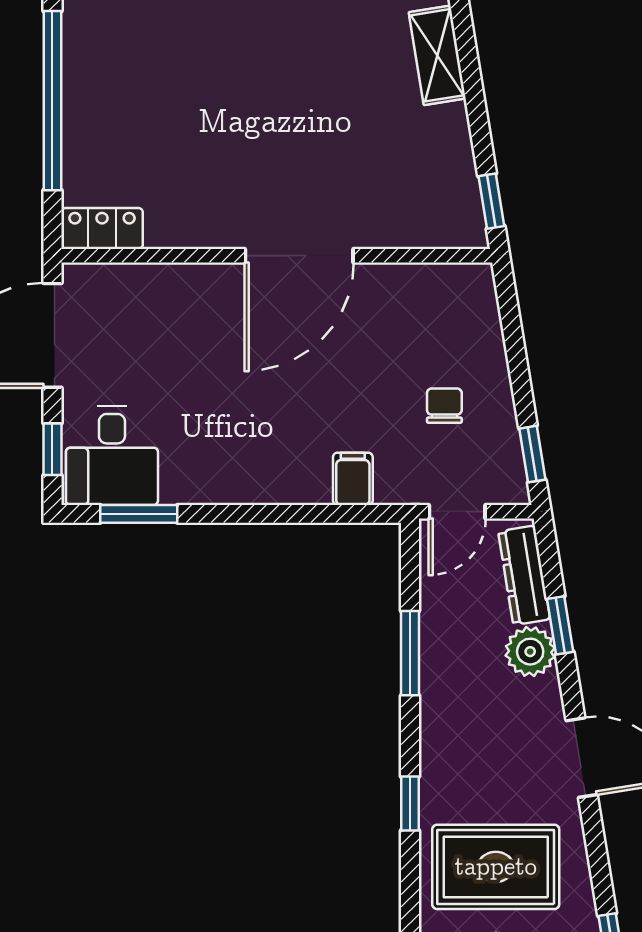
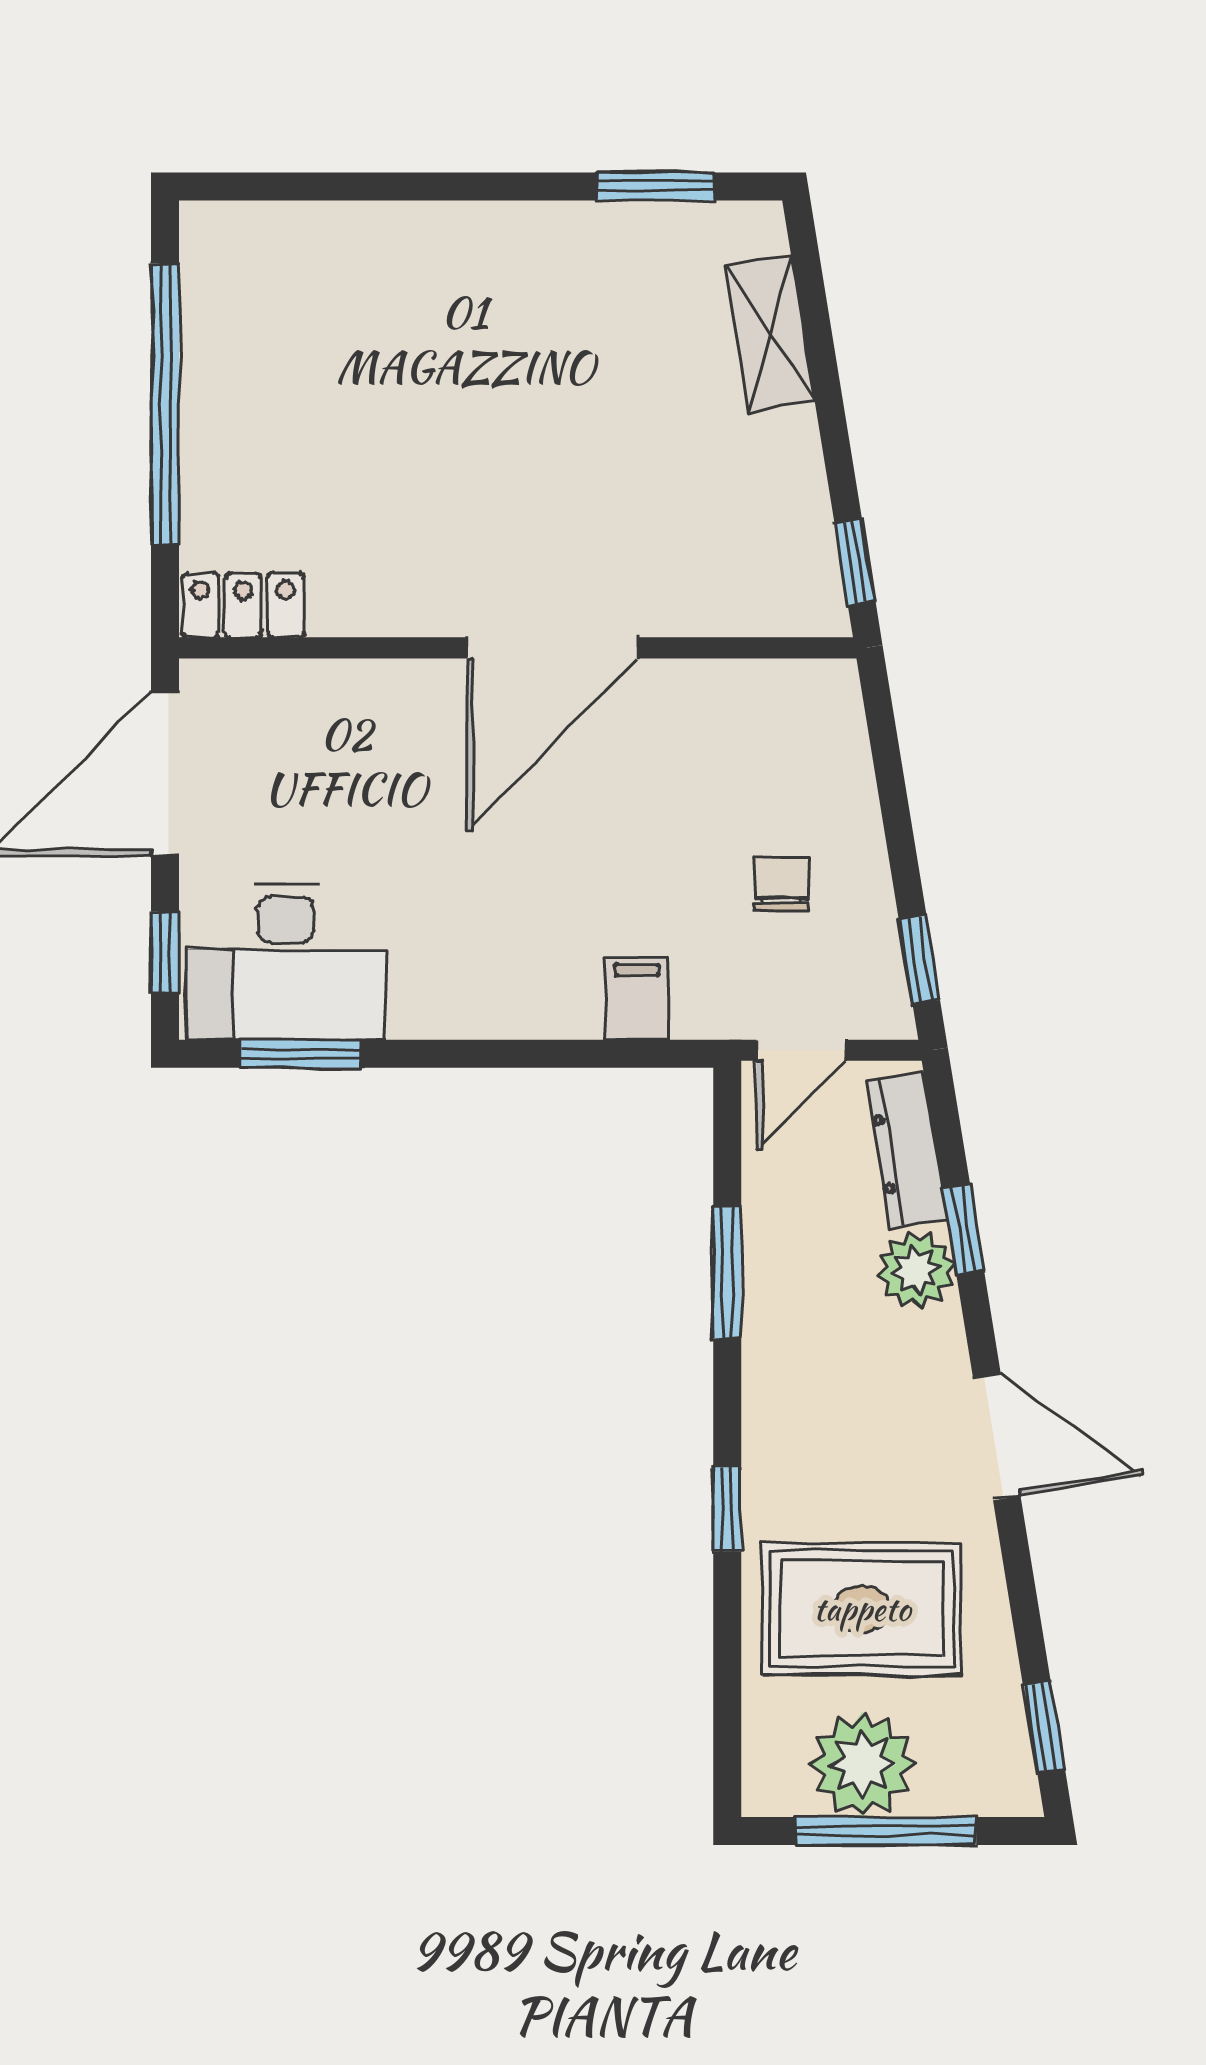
desk: (112, 455) -> (286, 962), width x1.37

